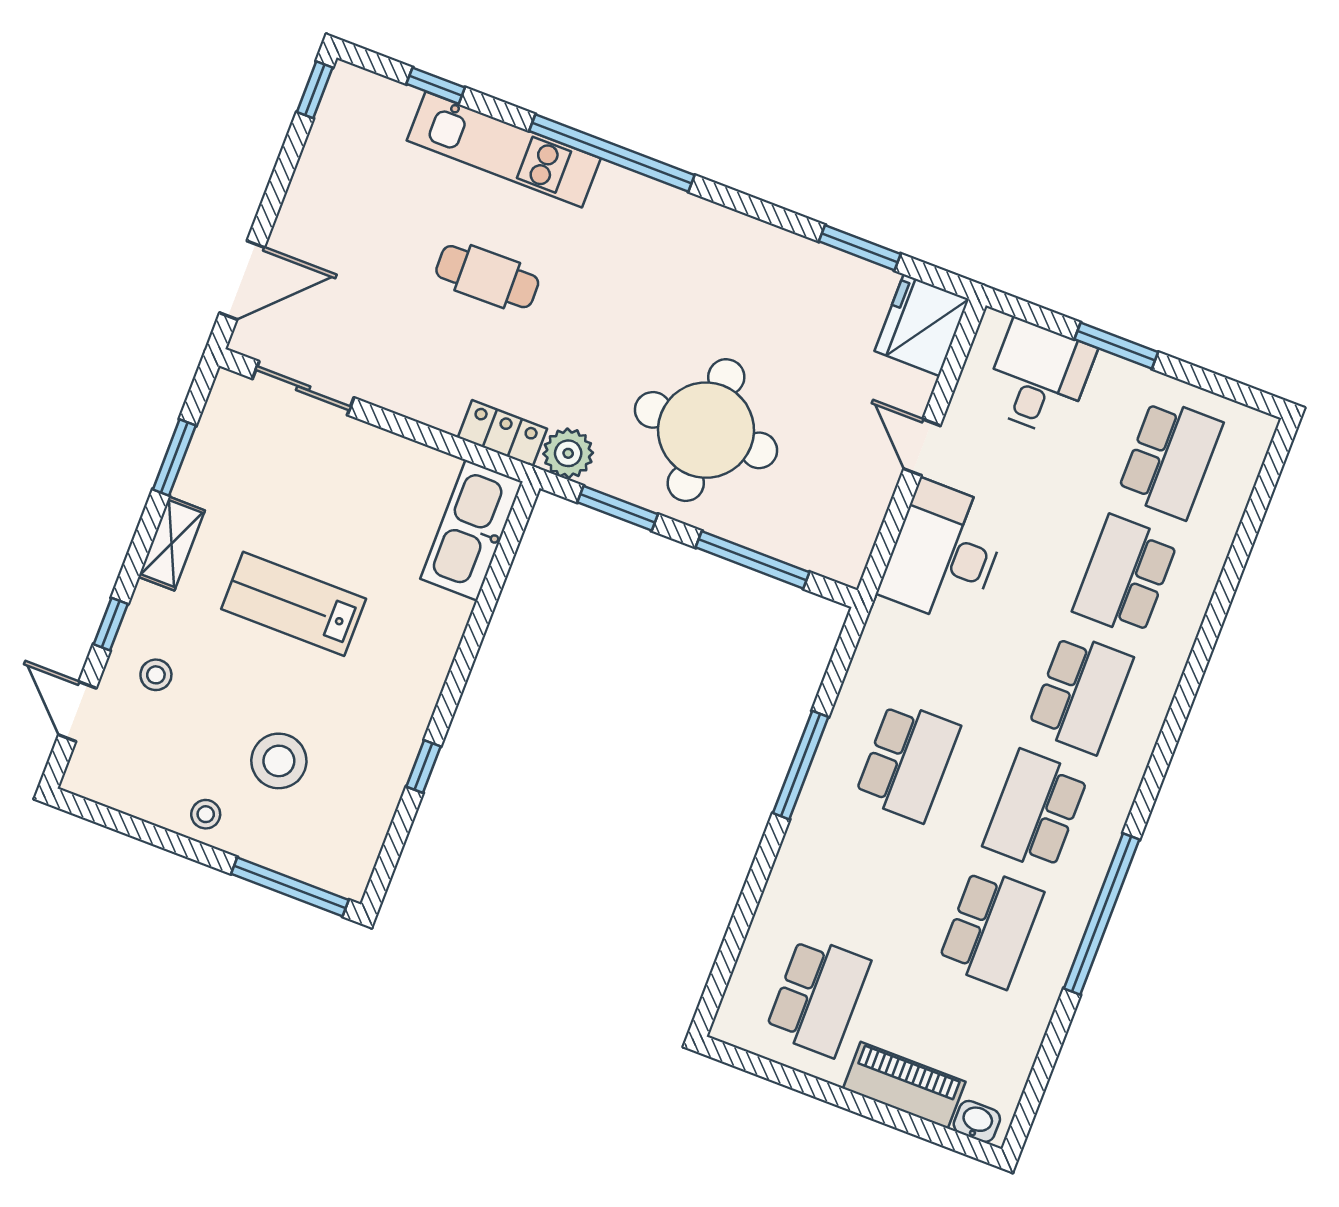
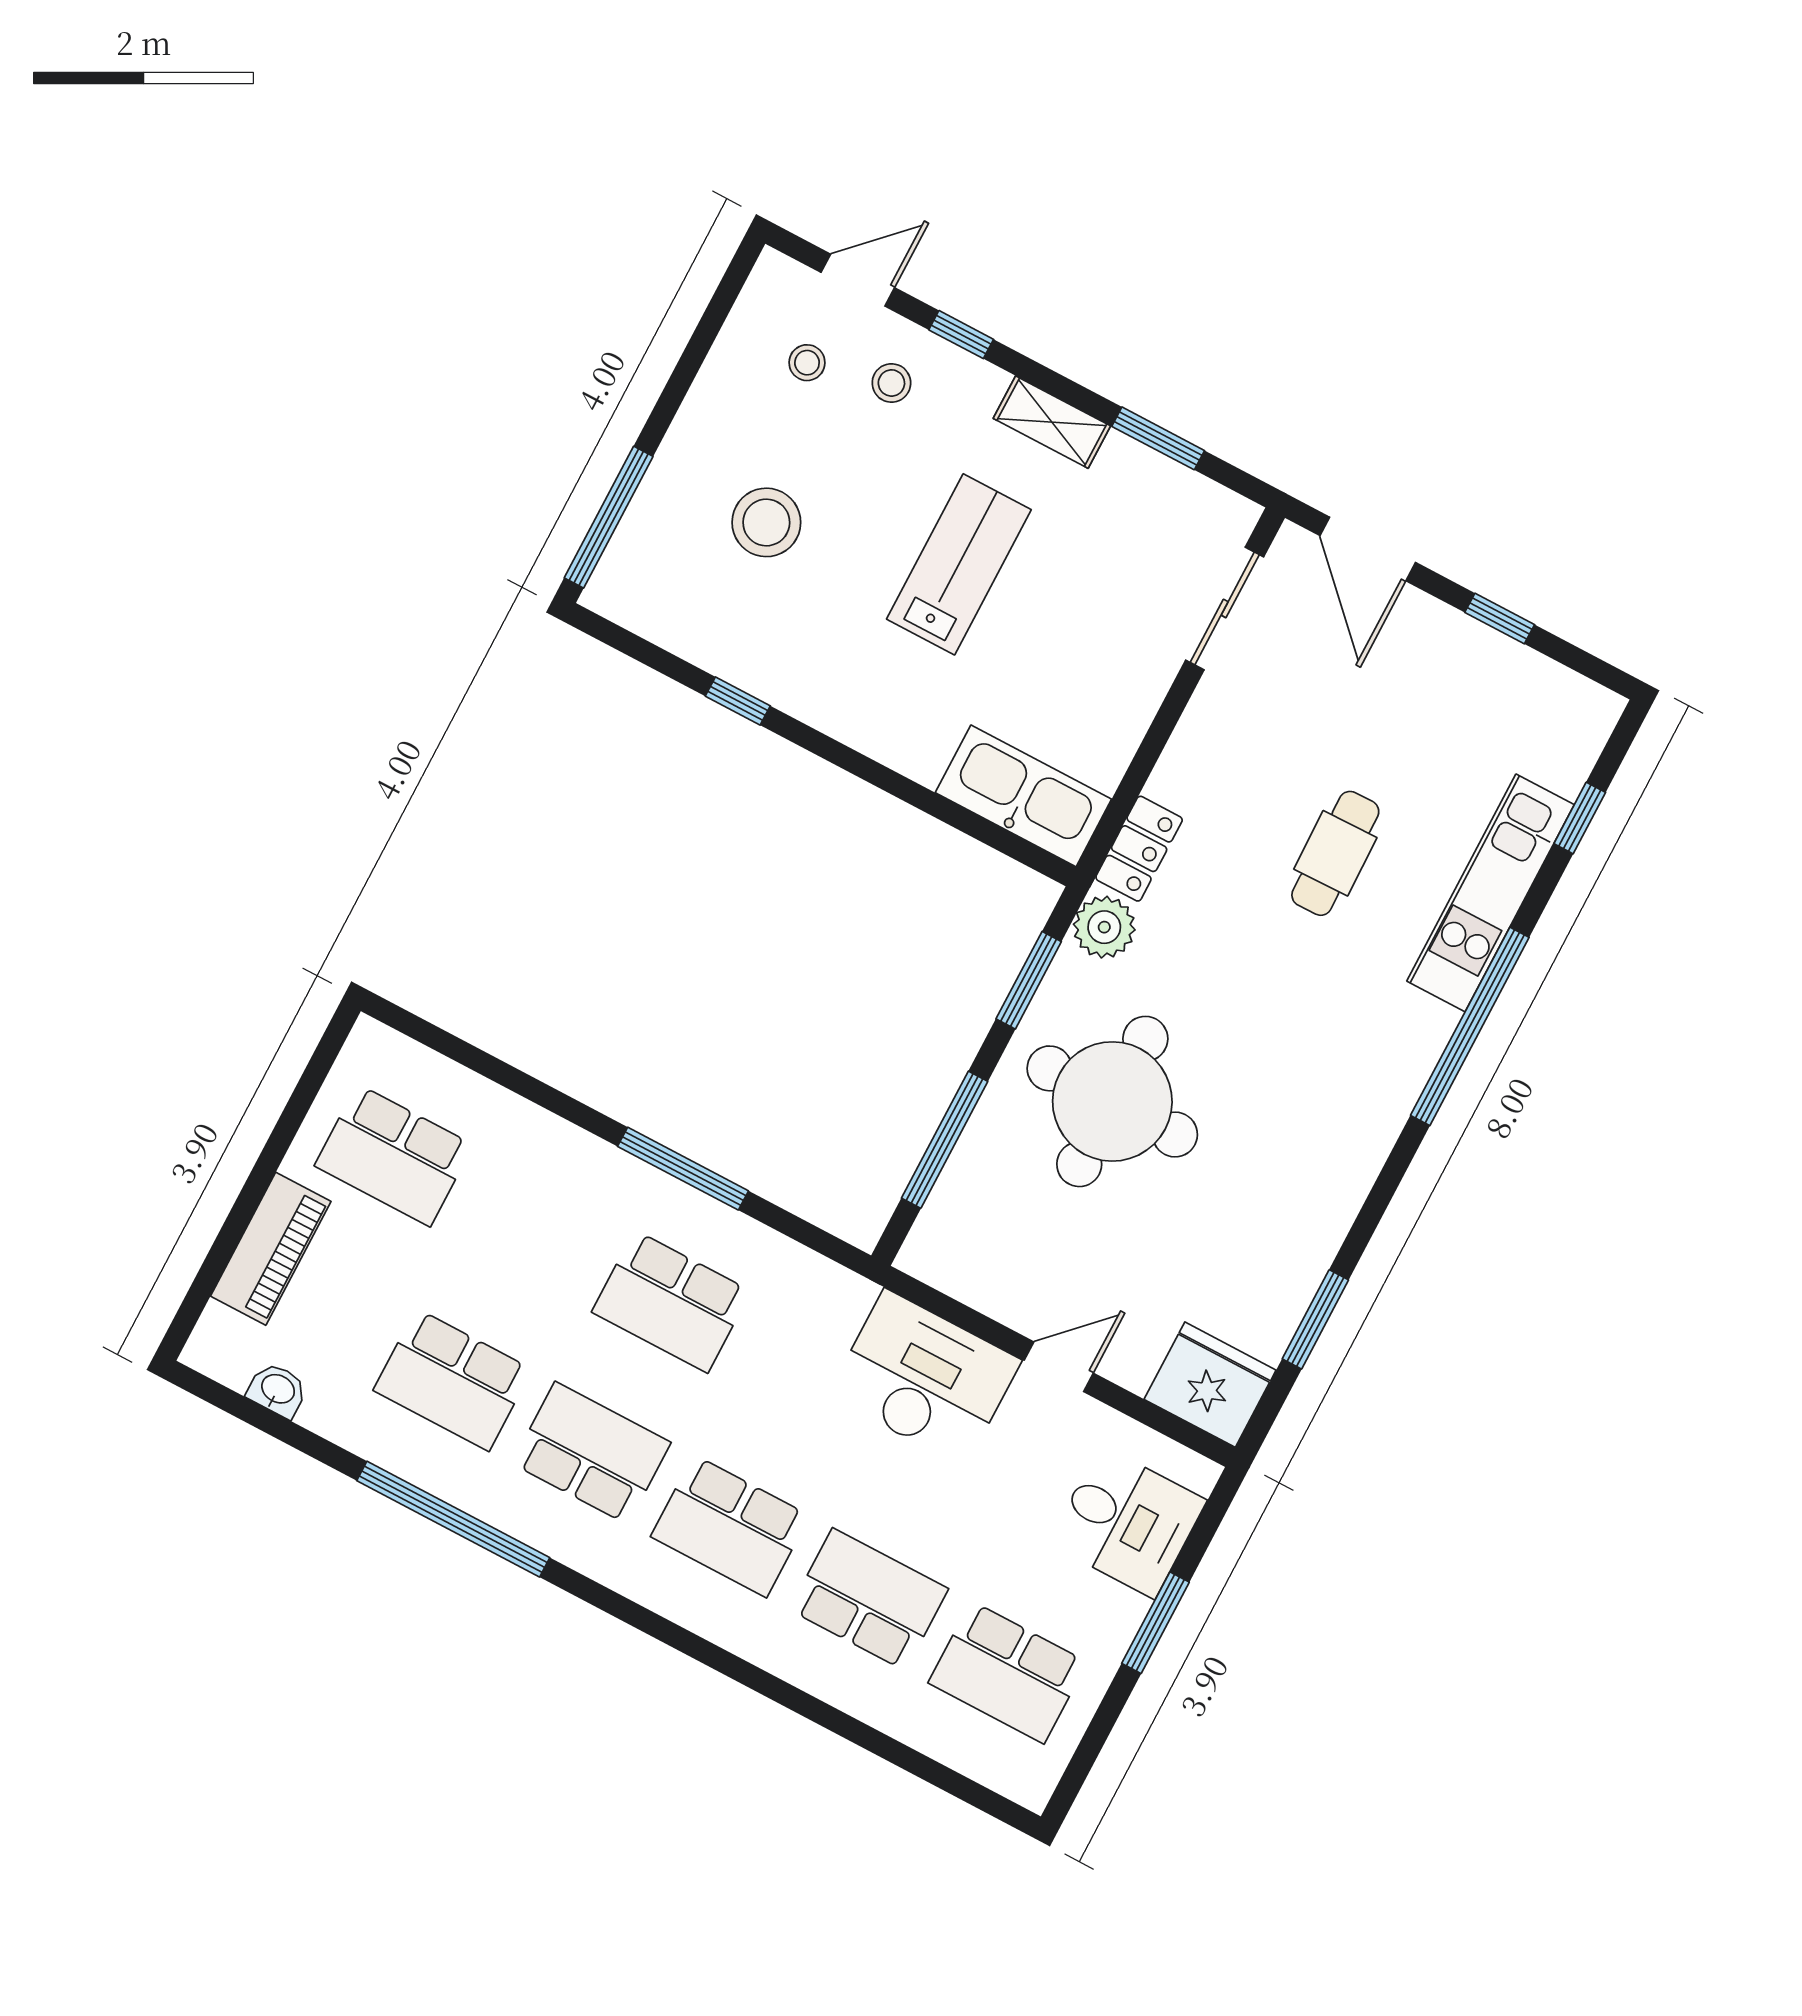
window: (315, 90) -> (1500, 619), moved
stool: (206, 814) -> (807, 363), moved
washbasin: (977, 1121) -> (277, 1390), moved, turned -90

